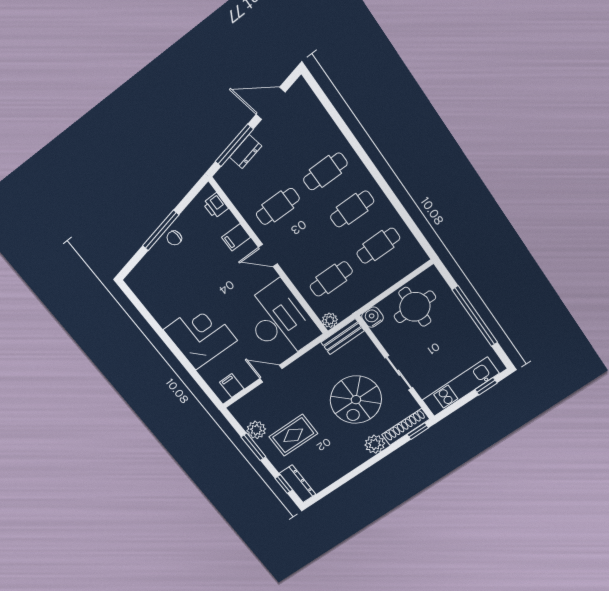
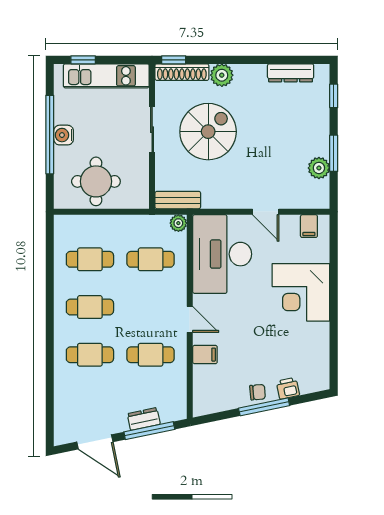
printer: (216, 206) -> (288, 388), moved, turned -102
water cooler: (373, 317) -> (64, 135), moved, turned 90
rug: (293, 435) -> (289, 138), removed
dresser: (298, 484) -> (291, 73), moved, turned -90

